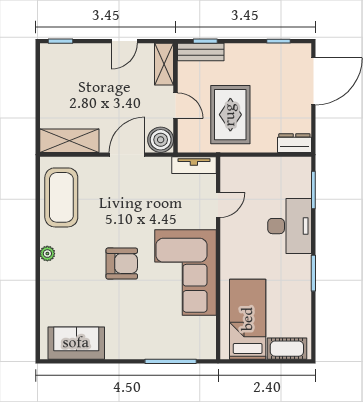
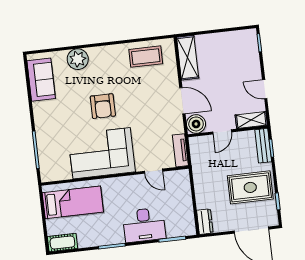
rug: (230, 115) -> (250, 187), moved
coffee table: (61, 197) -> (146, 57), width x0.73, depth x0.76
plant: (47, 254) -> (78, 59), moved, width x1.87, depth x1.87
cot: (287, 349) -> (62, 243), moved, turned 90

